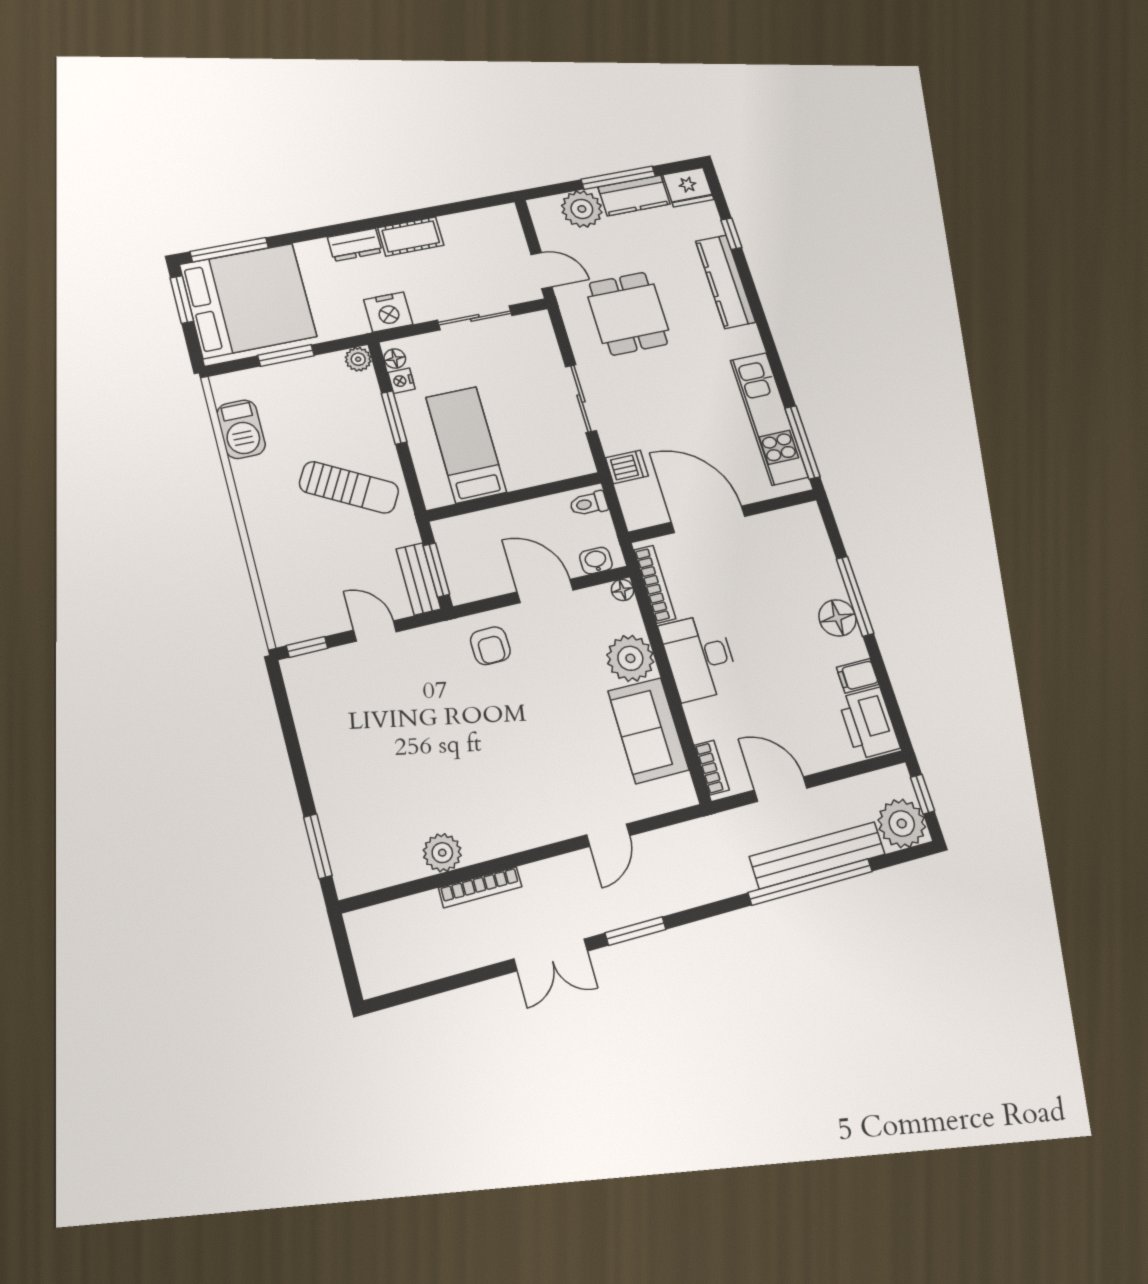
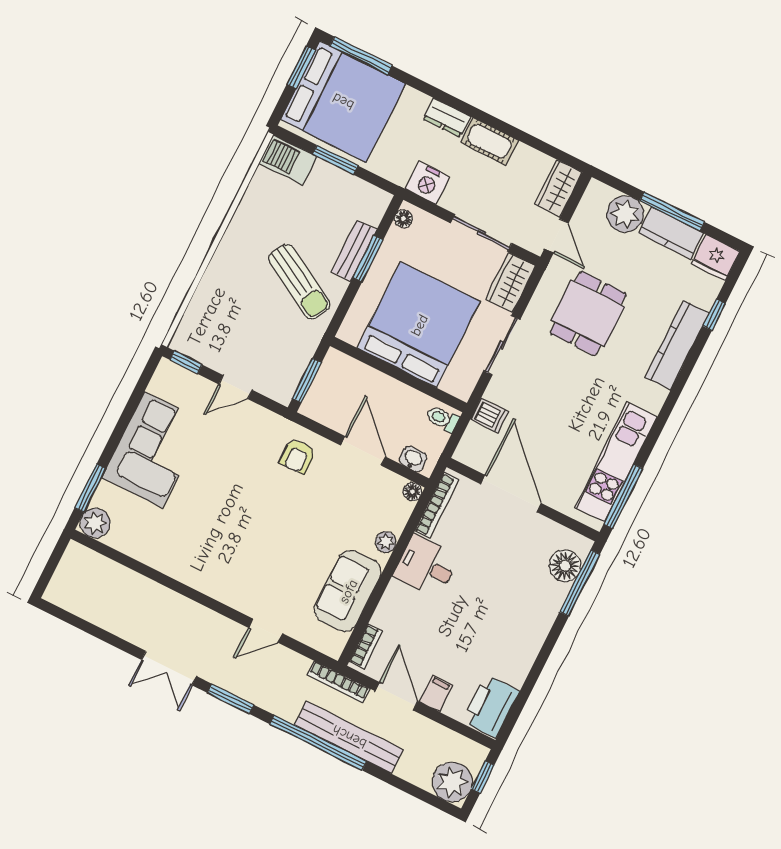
wardrobe: (506, 231) -> (558, 188), added
wardrobe: (539, 340) -> (510, 283), added
plant: (358, 359) -> (379, 200), removed
nightstand: (401, 381) -> (395, 237), removed
barbecue: (241, 429) -> (288, 160), moved, turned 90
bed: (466, 445) -> (419, 325), width x2.04
bench: (418, 579) -> (354, 251), moved
window: (855, 596) -> (580, 583), moved
floor lamp: (837, 618) -> (565, 566), moved
door: (375, 631) -> (236, 387), swing flipped
desk: (700, 657) -> (426, 566), width x0.73
plant: (630, 658) -> (386, 542), width x0.53, depth x0.53
filing cabinet: (858, 676) -> (436, 693), moved, turned 90
corner sofa: (348, 756) -> (154, 450), added
plant: (442, 853) -> (95, 523), moved
bench: (817, 855) -> (349, 737), moved
window: (810, 882) -> (318, 743), moved
bookcase: (480, 887) -> (338, 682), moved

